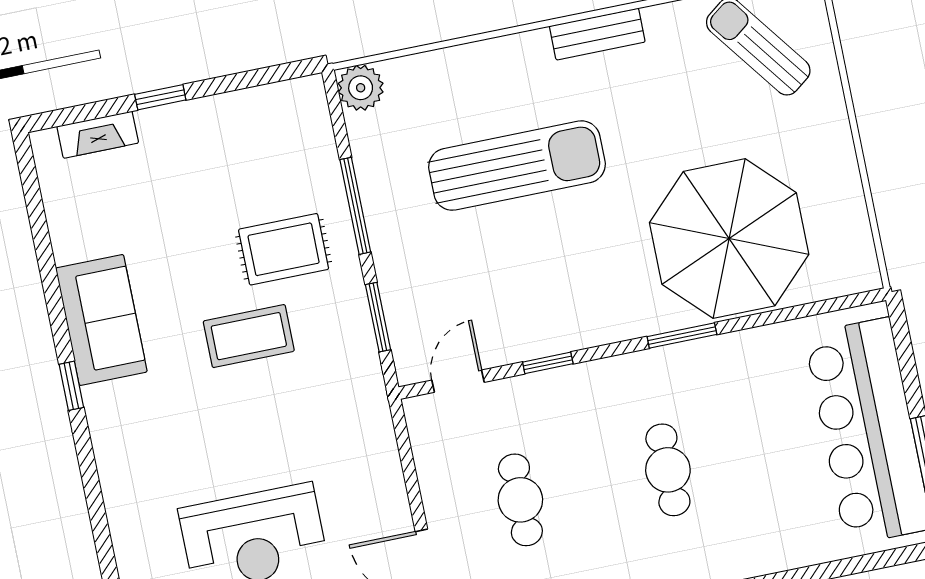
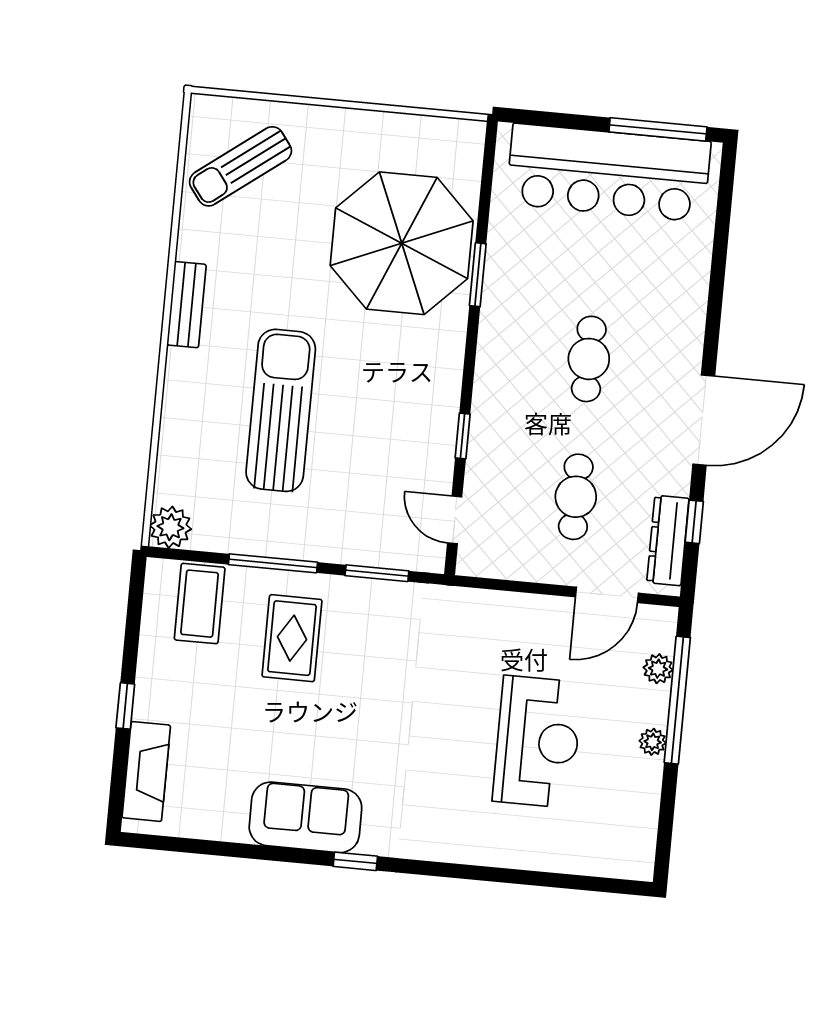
fireplace: (98, 135) -> (146, 771), width x1.37, depth x1.32
coffee table: (249, 336) -> (200, 604), moved
window: (682, 336) -> (478, 275), moved
cafe table: (668, 470) -> (589, 359), turned 90
cafe table: (520, 500) -> (576, 497), turned 90

